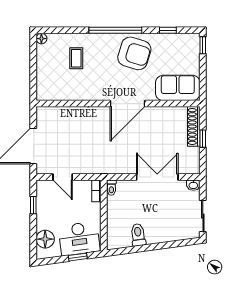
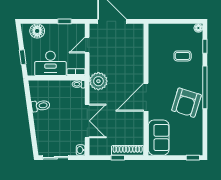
window: (168, 30) -> (205, 46), moved
door: (127, 104) -> (146, 97), hinge flipped
plant: (108, 163) -> (98, 81), added
desk: (79, 239) -> (50, 63), moved, turned -82

